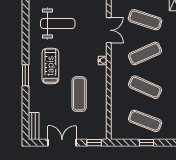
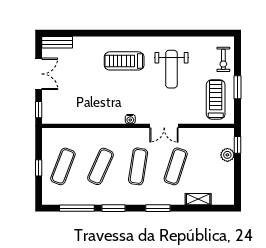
exercise mat: (145, 53) -> (138, 166), turned 33
treadmill: (50, 66) -> (124, 61), turned 180
window: (25, 75) -> (114, 33), removed
exercise mat: (79, 94) -> (93, 93), removed

